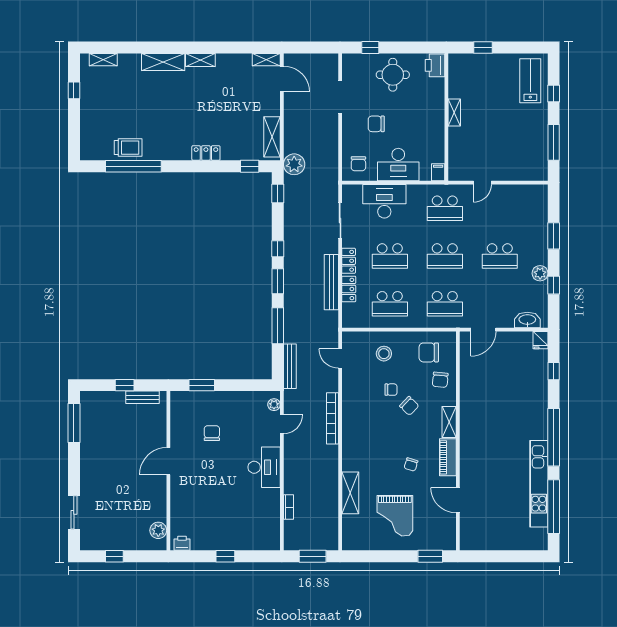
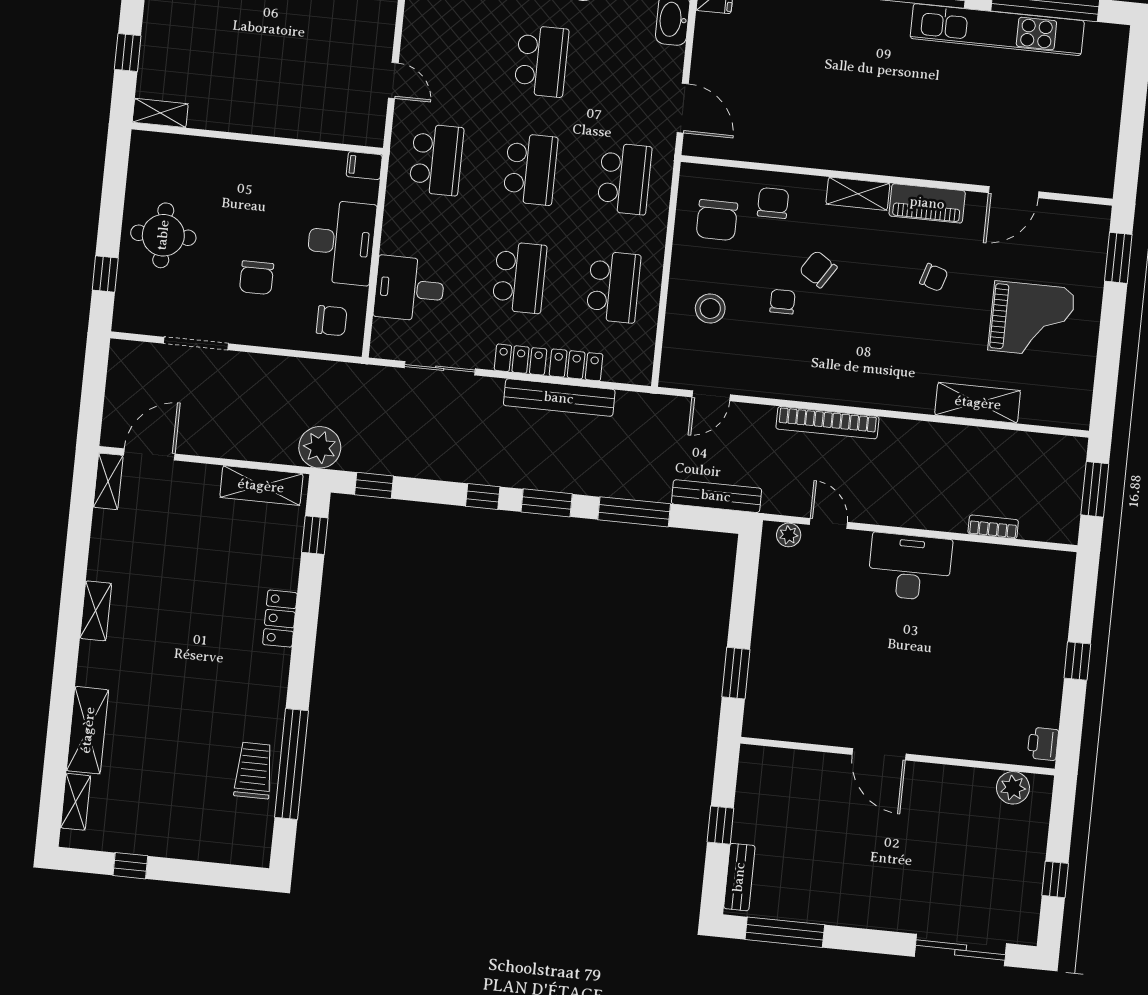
shelving: (163, 62) -> (88, 730), moved
printer: (435, 65) -> (153, 150), removed
shelving: (454, 112) -> (160, 113), moved
desk: (384, 201) -> (409, 289), width x0.73
chair: (440, 380) -> (773, 203), turned -96
bench: (142, 397) -> (739, 877), moved
chair: (409, 406) -> (818, 269), turned -101
chair: (212, 433) -> (832, 663), removed
sliding door: (74, 512) -> (961, 950), width x1.37

